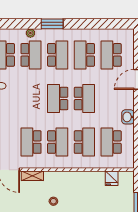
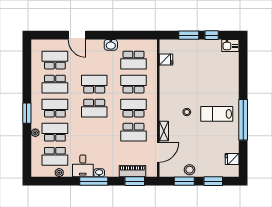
school desk: (111, 55) -> (55, 60), turned 180

